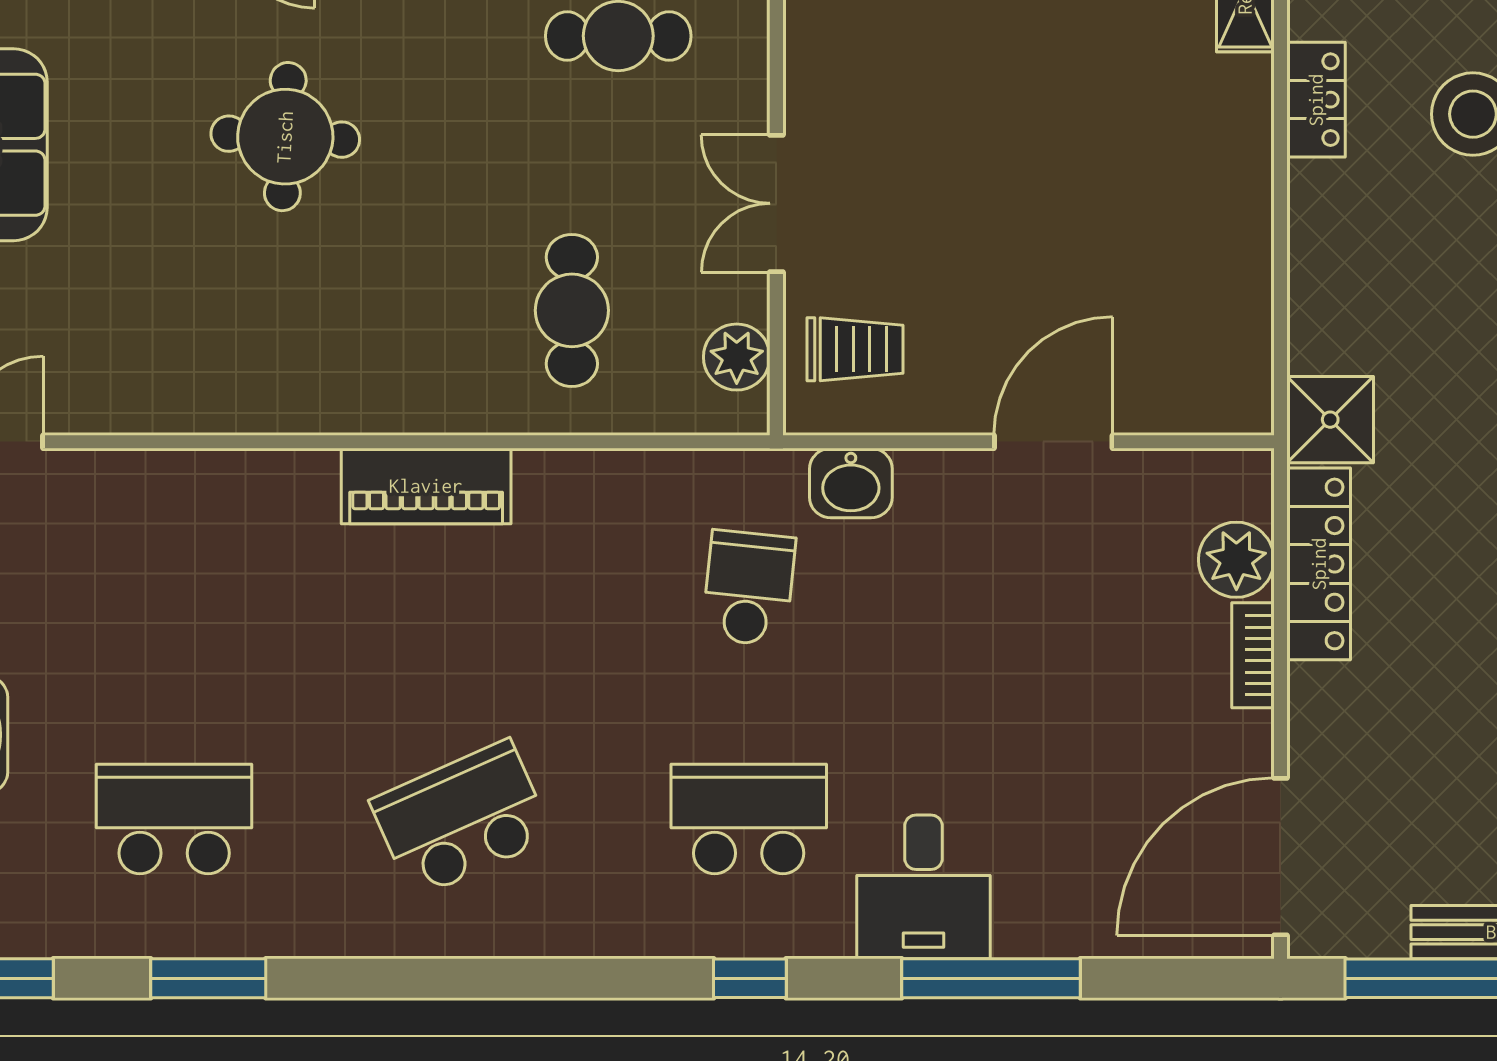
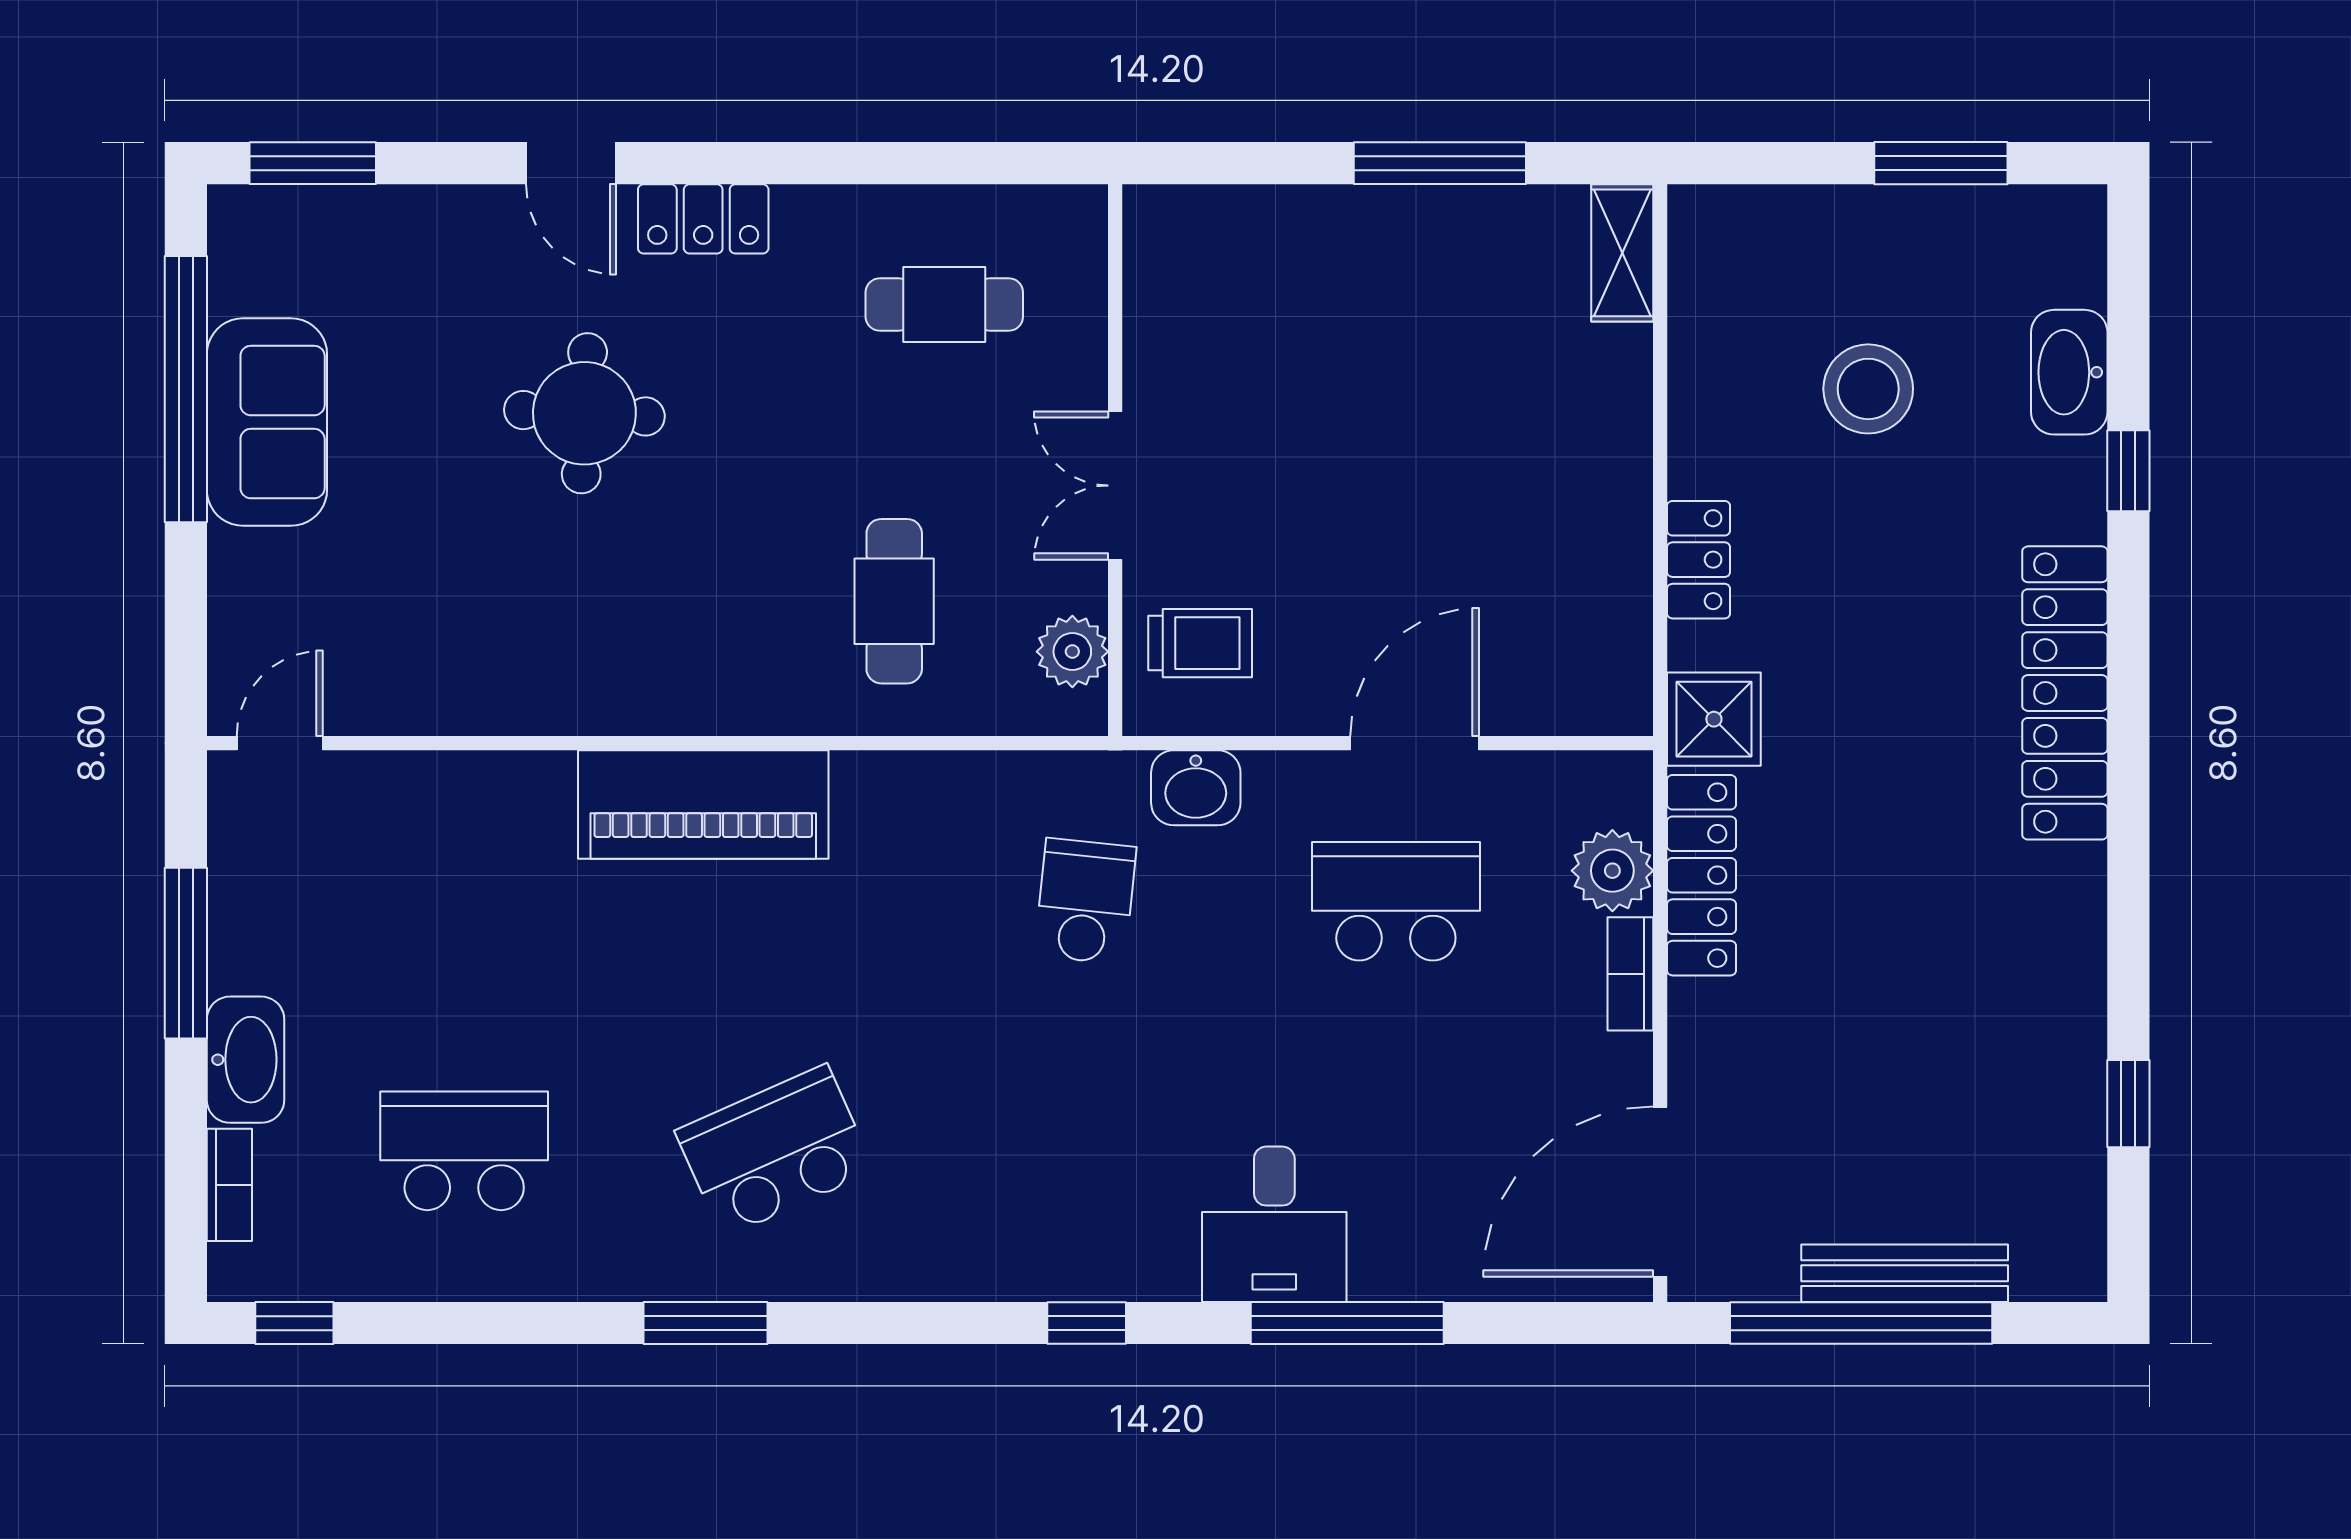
locker: (1316, 100) -> (1699, 560), moved
piano: (426, 486) -> (703, 804), width x1.37, depth x1.33
school desk: (749, 819) -> (1396, 901), moved
window: (208, 978) -> (705, 1323), moved

